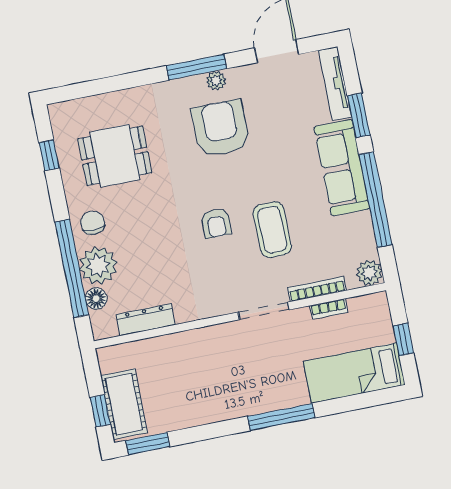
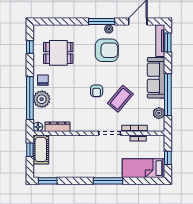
window: (359, 115) -> (168, 43), moved
armchair: (221, 128) -> (107, 50), turned 90
coffee table: (272, 230) -> (120, 99), turned 41
plant: (369, 273) -> (159, 113), moved
floor lamp: (96, 299) -> (38, 127), moved
cot: (124, 404) -> (41, 149), moved
window: (100, 411) -> (30, 150), moved

